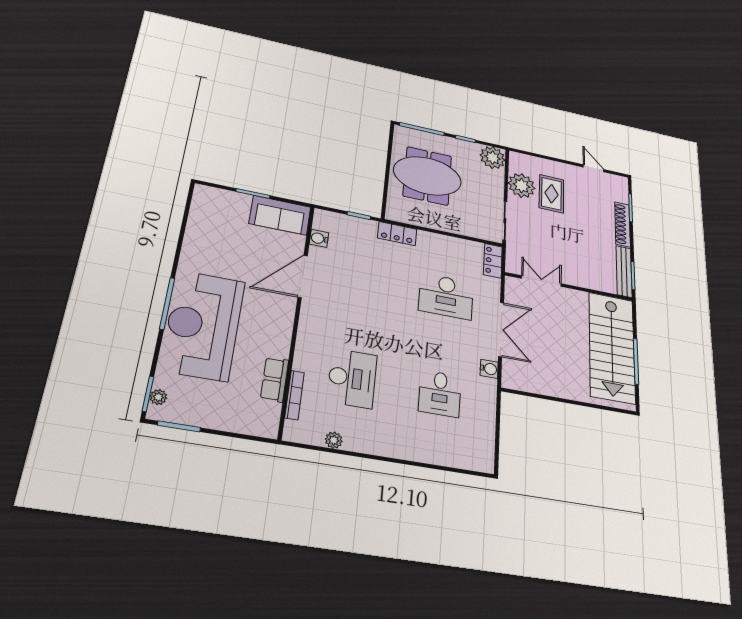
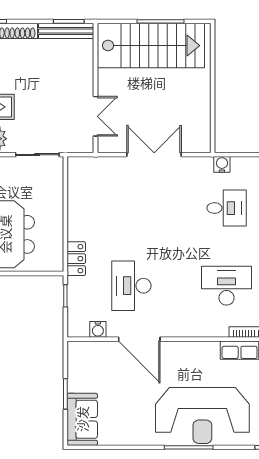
sofa: (280, 215) -> (82, 419), moved
locker: (493, 261) -> (84, 165), removed
double door: (541, 281) -> (96, 116), swing flipped
desk: (446, 296) -> (131, 286), moved, turned 180
water cooler: (489, 369) -> (222, 164), moved

